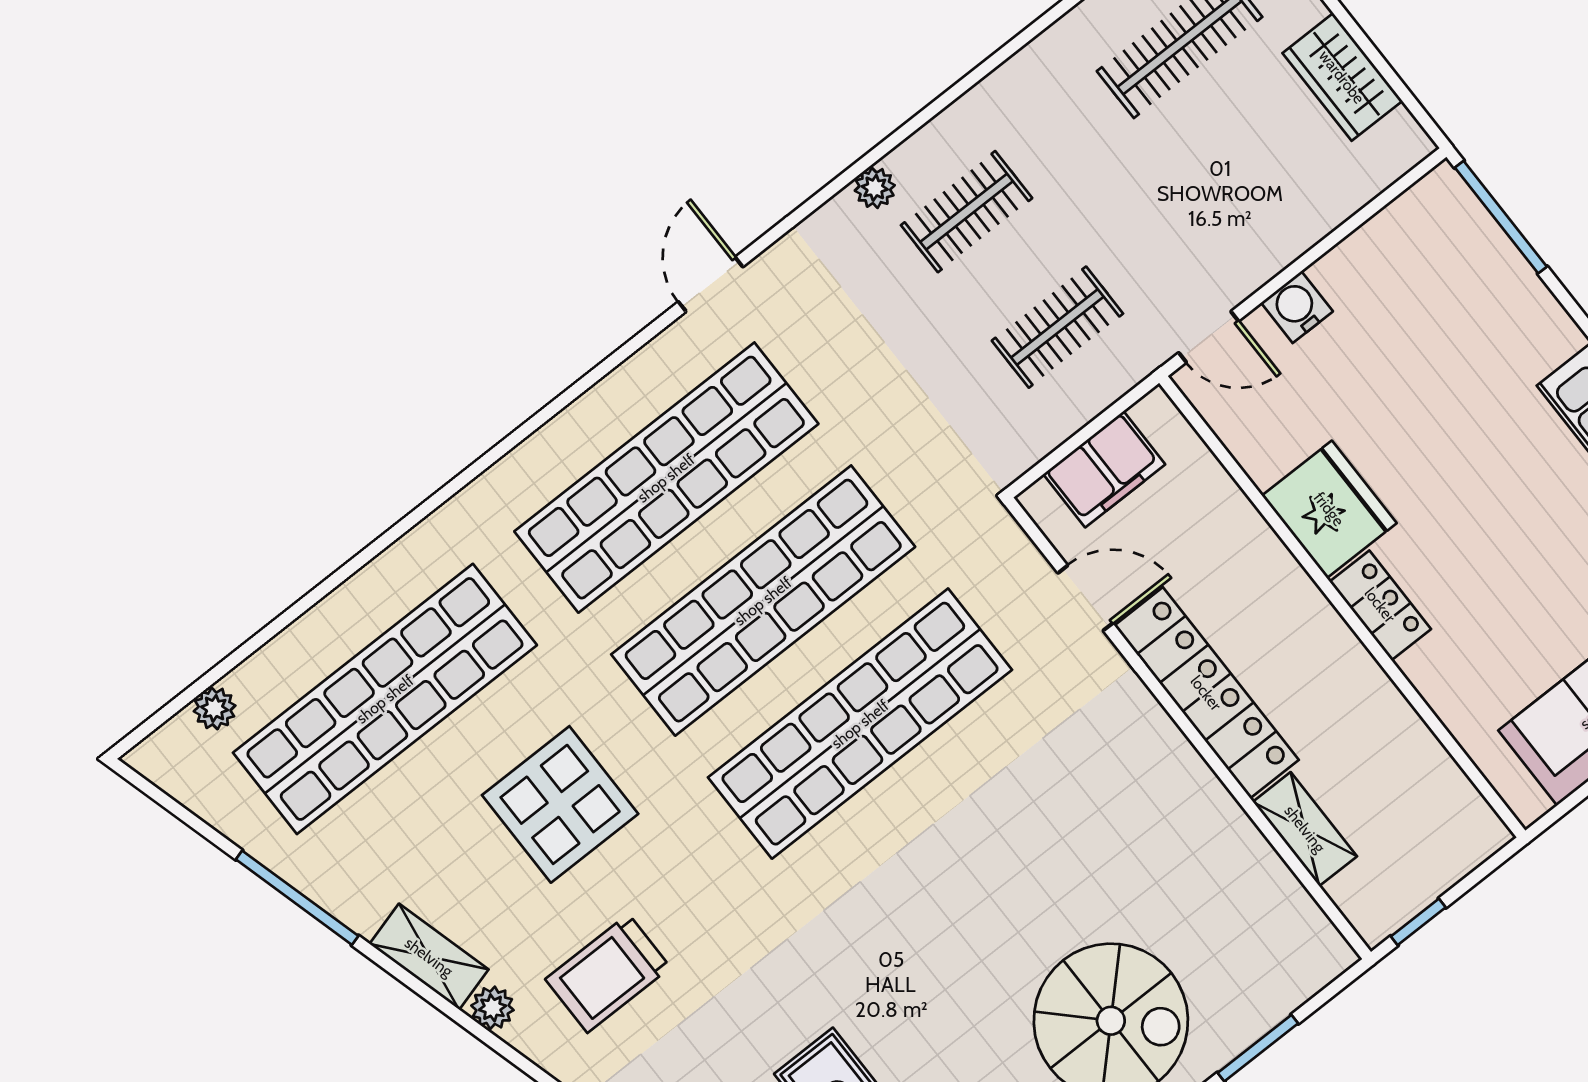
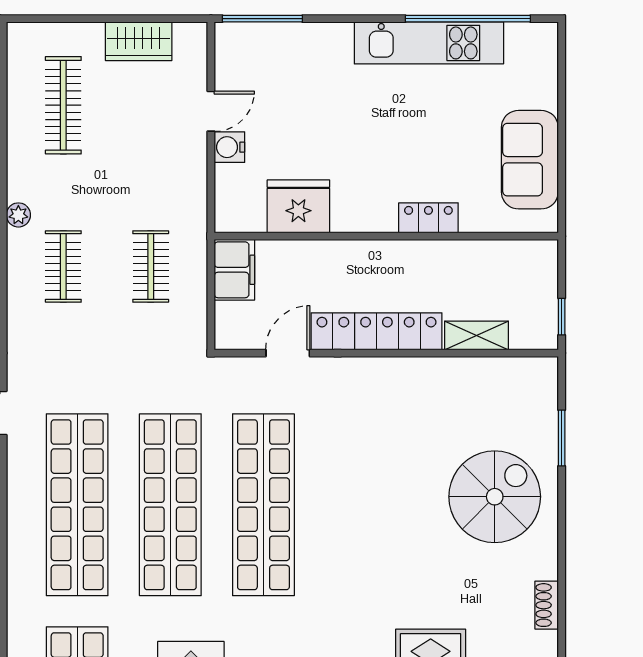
plant: (875, 188) -> (18, 215), moved
door: (1209, 337) -> (211, 111), moved
filing cabinet: (1104, 469) -> (234, 270), moved
fridge: (1329, 509) -> (298, 206), moved
locker: (1380, 605) -> (428, 218), moved

